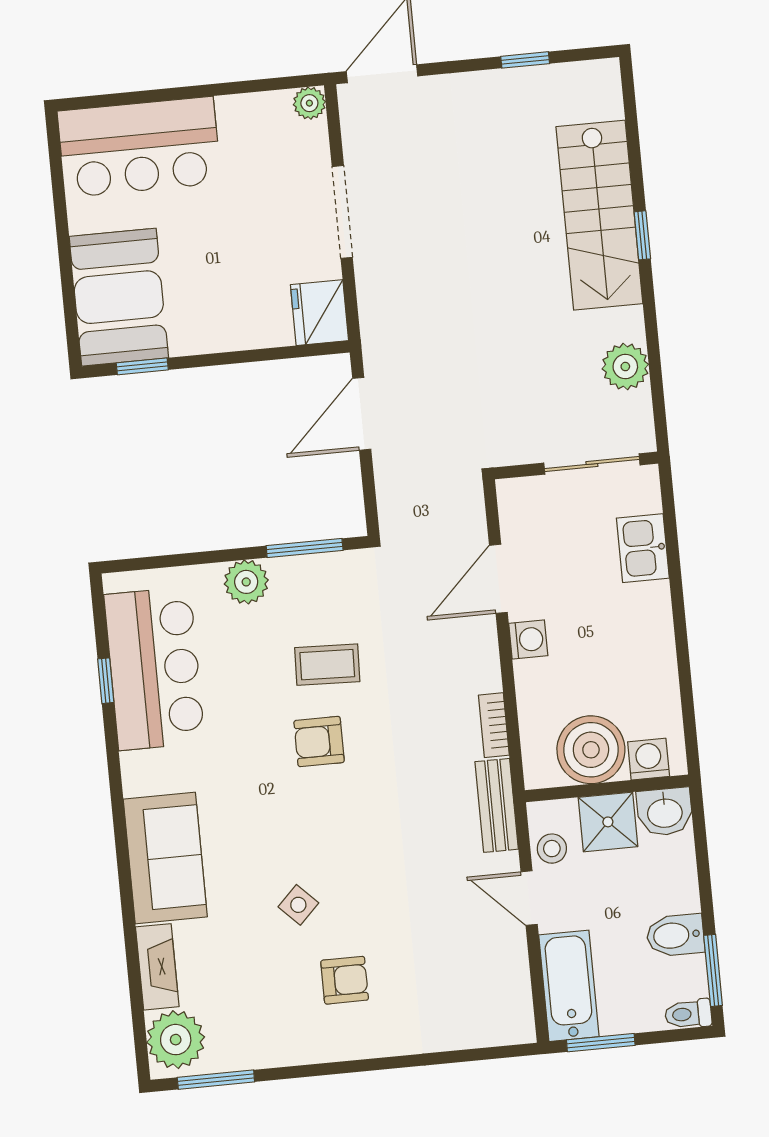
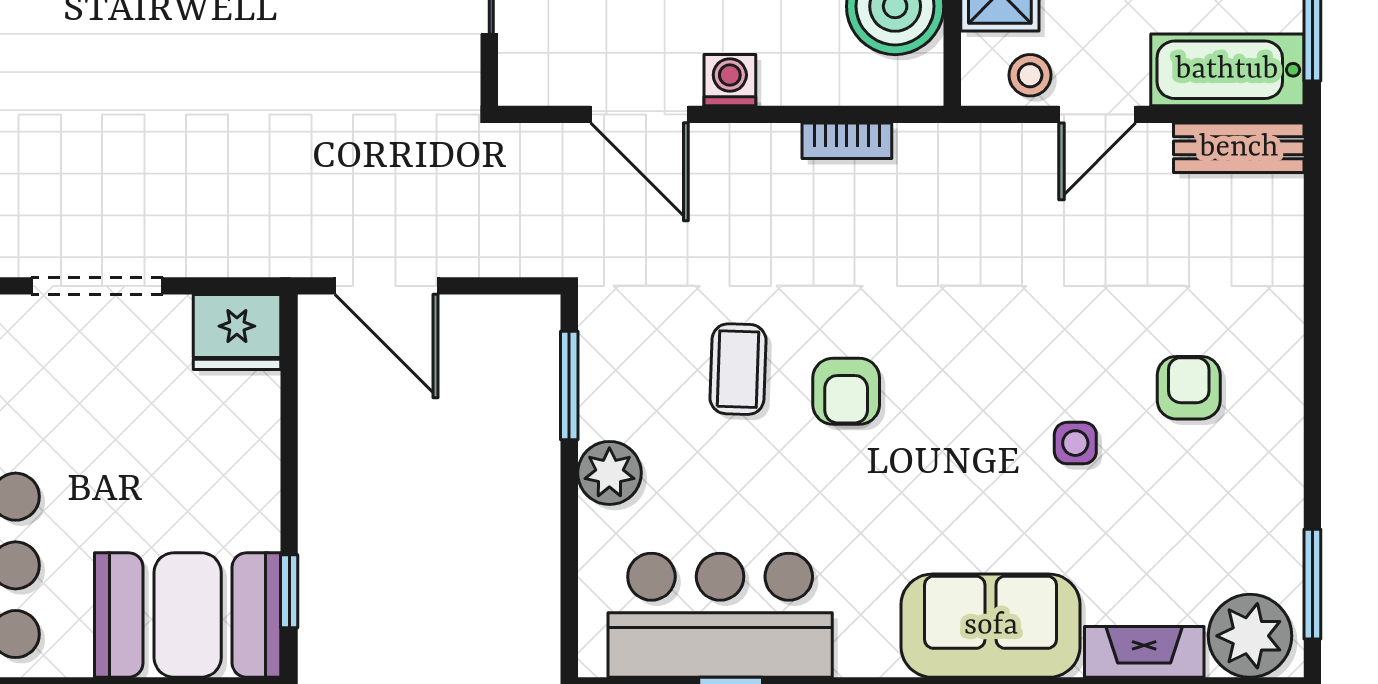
bench: (497, 805) -> (1239, 148), moved
side table: (298, 905) -> (1075, 443), turned 45

